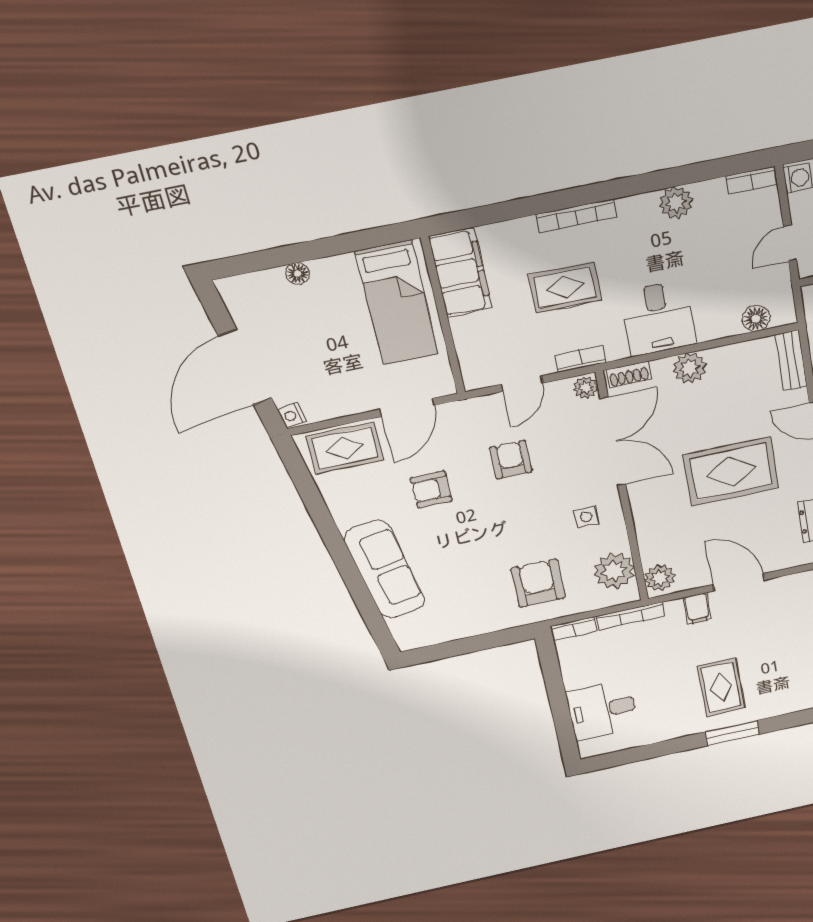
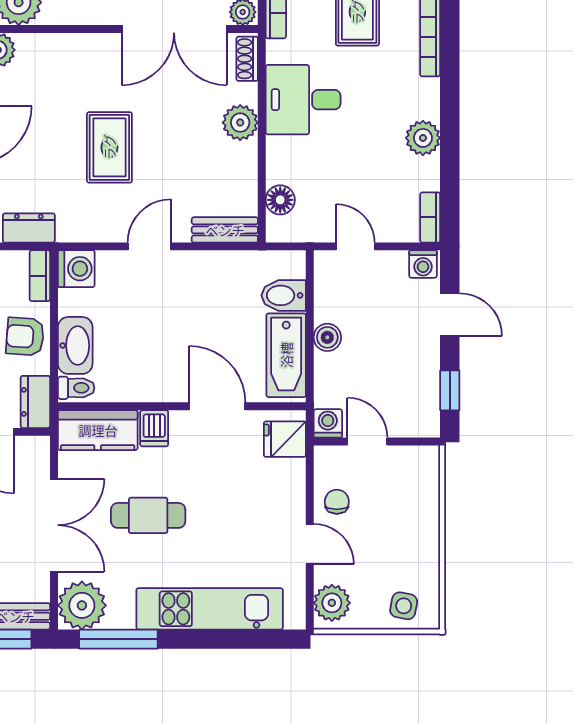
rug: (731, 472) -> (109, 147), width x0.73, depth x0.70

